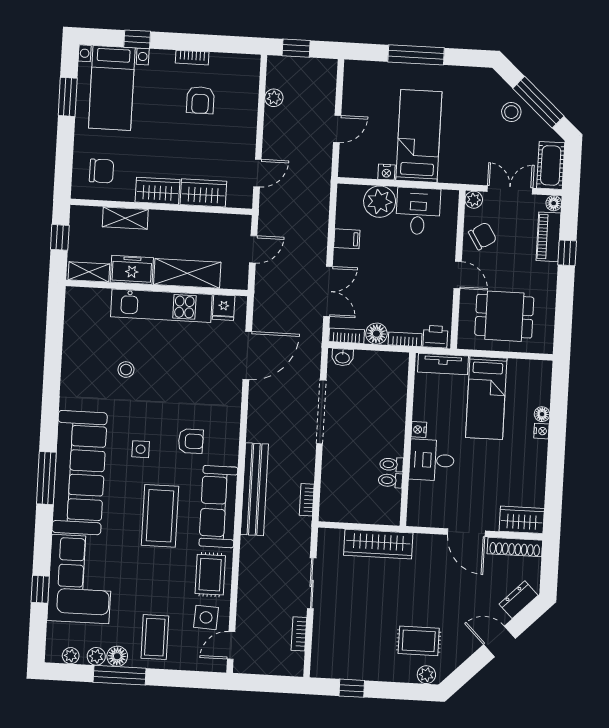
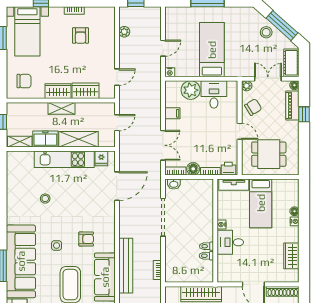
nightstand: (386, 172) -> (170, 72), moved
shelving: (125, 218) -> (62, 108), moved
wardrobe: (522, 520) -> (291, 256), moved, turned -90

